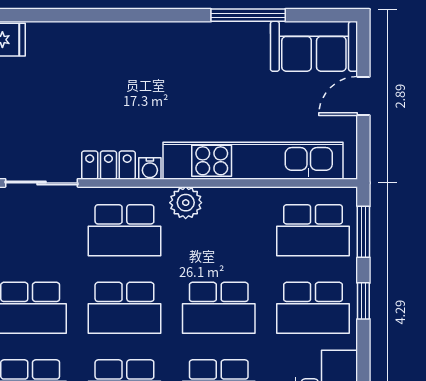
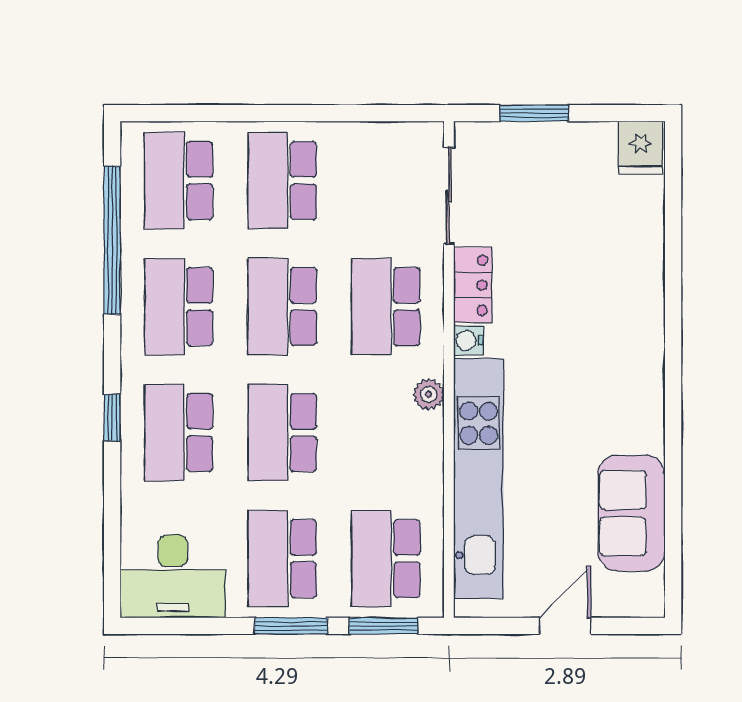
window: (248, 15) -> (673, 472), removed
sofa: (314, 46) -> (632, 513), moved
door: (363, 96) -> (565, 626), hinge flipped
plant: (186, 203) -> (429, 394), width x0.73, depth x0.73
window: (363, 301) -> (291, 626), width x1.50

